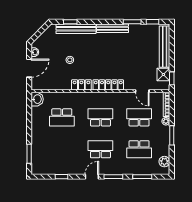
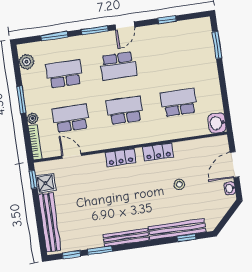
locker: (108, 85) -> (121, 157), width x0.66
school desk: (100, 117) -> (125, 110), turned 180
school desk: (139, 117) -> (71, 118), turned 180

